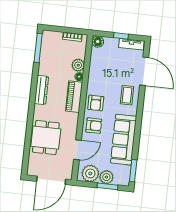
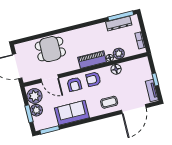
floor lamp: (98, 42) -> (116, 69), moved
dresser: (41, 90) -> (119, 23), moved
sofa: (124, 140) -> (72, 113), width x0.73

